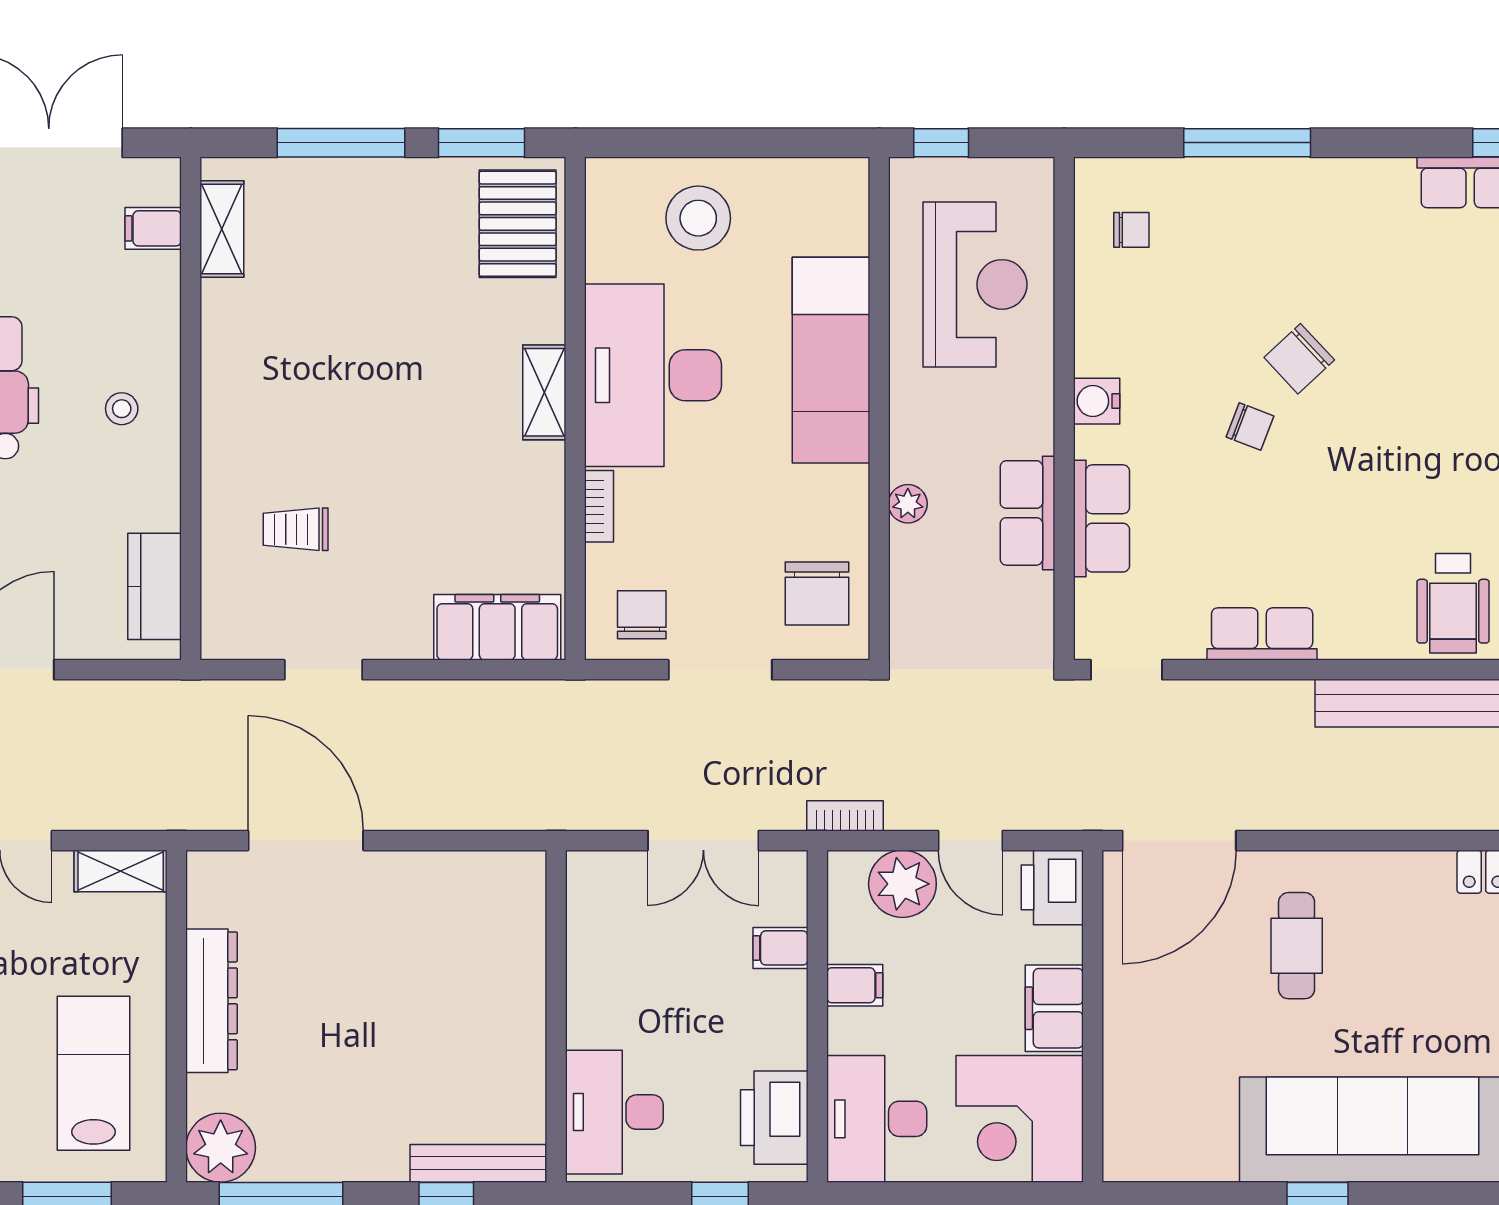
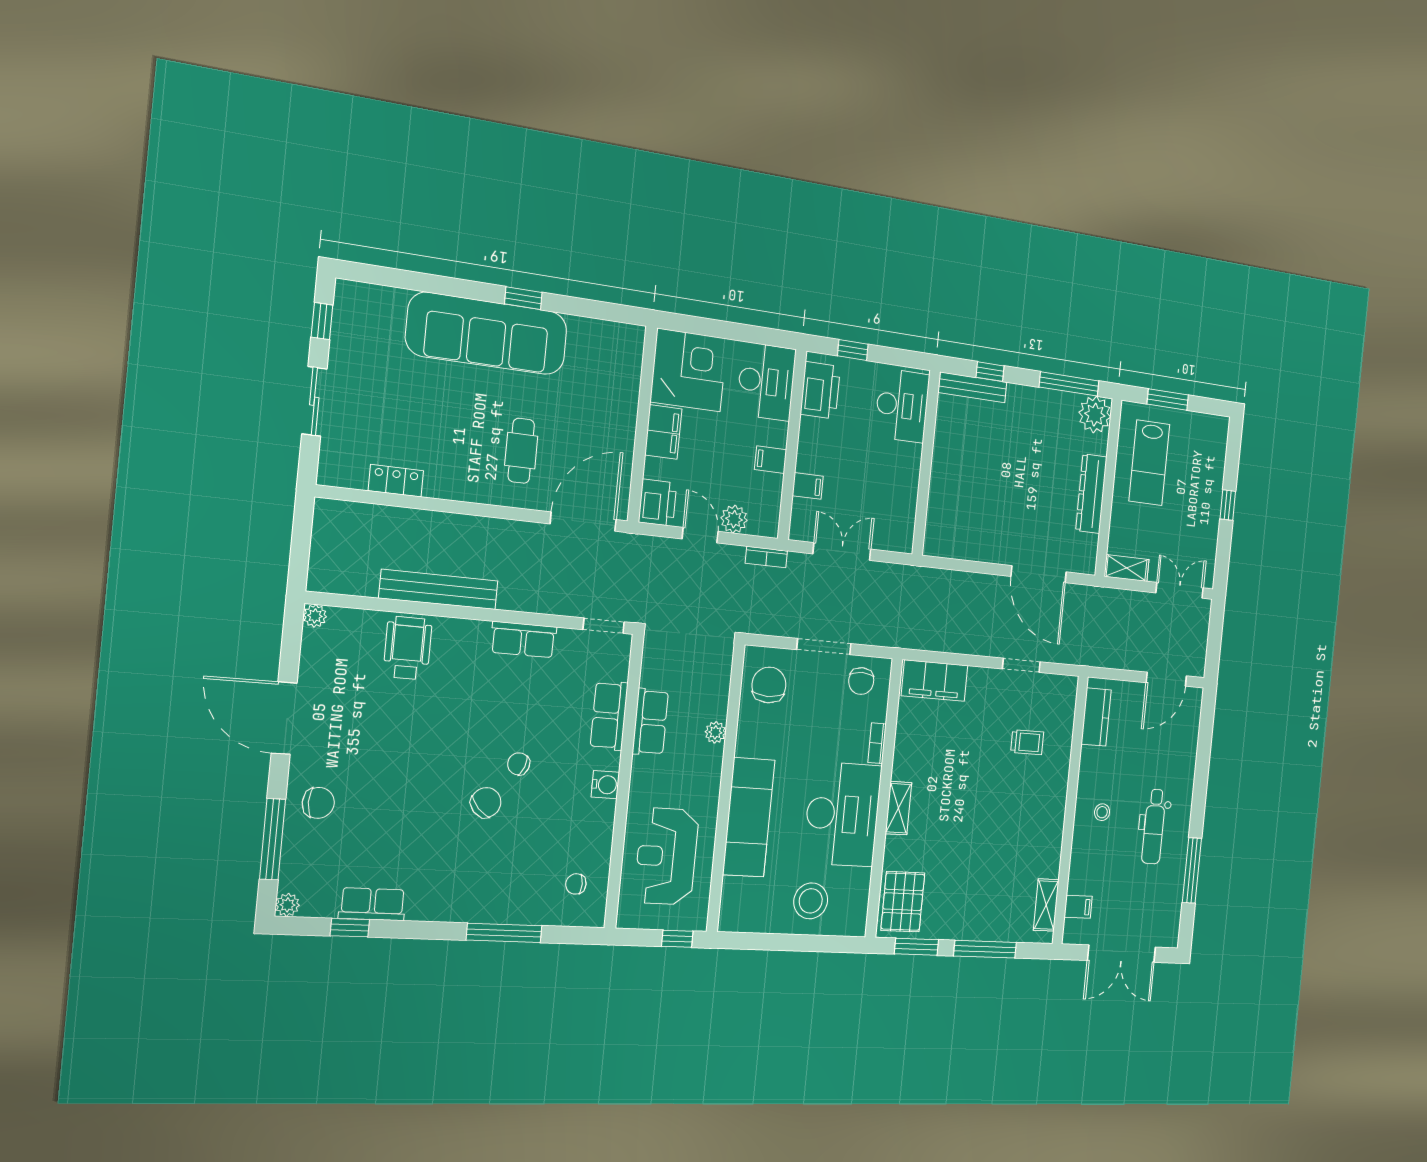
plant: (902, 884) -> (734, 519), width x0.73, depth x0.73

